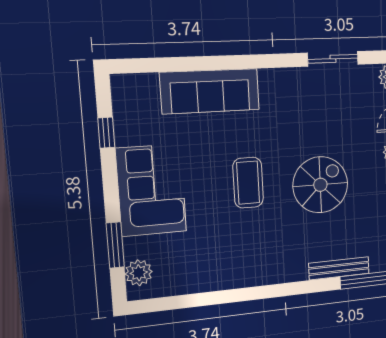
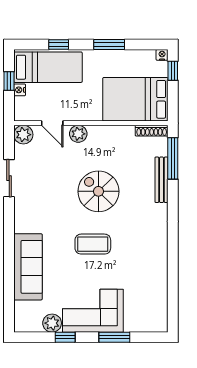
window: (106, 133) -> (65, 337), moved
window: (115, 245) -> (114, 337), moved
plant: (139, 273) -> (52, 323), moved

